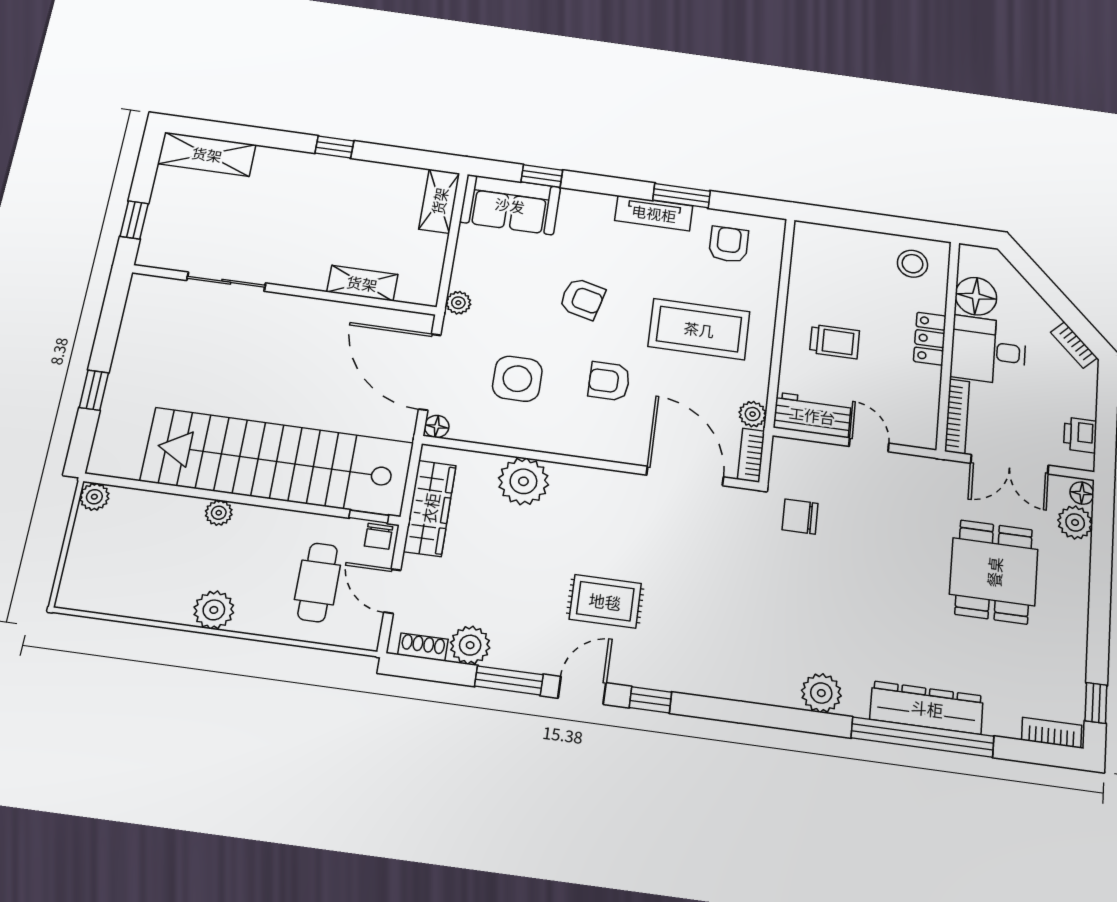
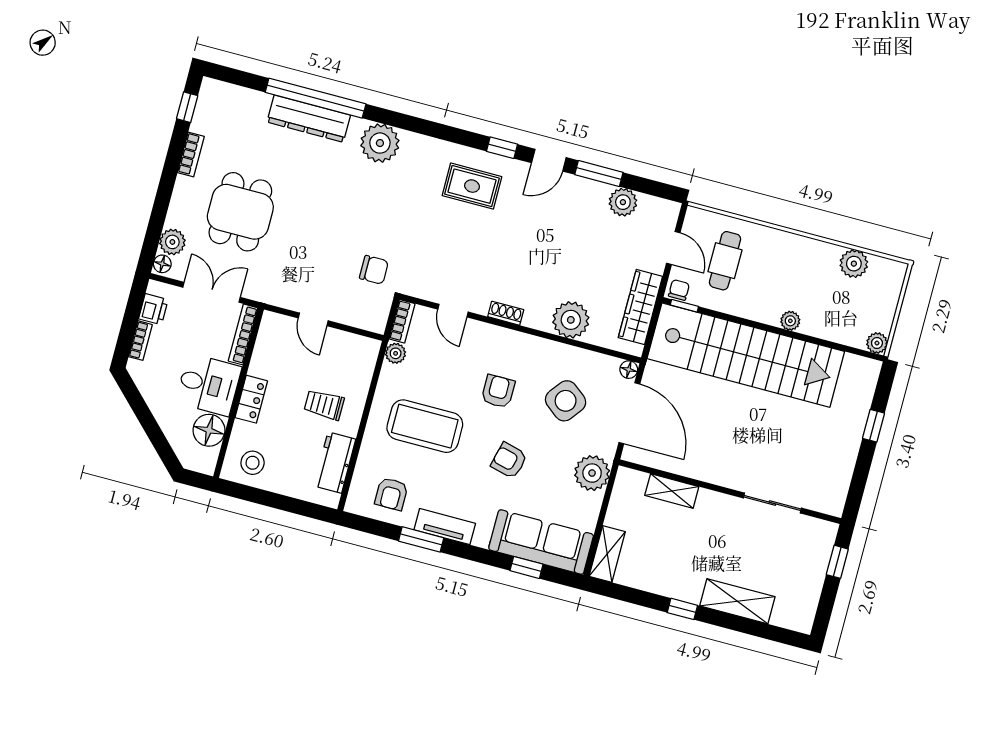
shelving: (207, 154) -> (737, 601), moved
sofa: (510, 205) -> (541, 542), width x1.36
plant: (458, 303) -> (592, 473), width x1.88, depth x1.88
bookcase: (1074, 345) -> (140, 341), moved, turned 45
side table: (517, 379) -> (566, 401), turned 38
armchair: (609, 381) -> (498, 391), turned -90
workbench: (812, 415) -> (335, 463), moved, turned 90
door: (685, 476) -> (453, 311), width x0.53
rug: (605, 601) -> (472, 186), moved
plant: (214, 610) -> (854, 264), moved
shoe rack: (423, 647) -> (506, 313), moved, turned 180
plant: (821, 693) -> (380, 143), width x1.36, depth x1.36
bookcase: (1052, 733) -> (191, 154), moved, turned -90

